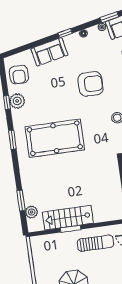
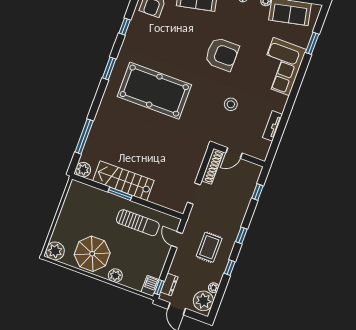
plant: (17, 101) -> (136, 31), removed
window: (21, 200) -> (84, 136), width x1.44
plant: (32, 212) -> (83, 170), moved

